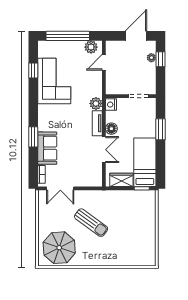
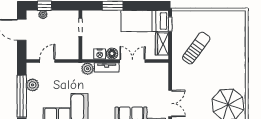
plant: (91, 47) -> (33, 85), moved
door: (104, 62) -> (47, 61), swing flipped
nightstand: (111, 105) -> (100, 54), moved
sun lounger: (91, 223) -> (196, 48), moved

